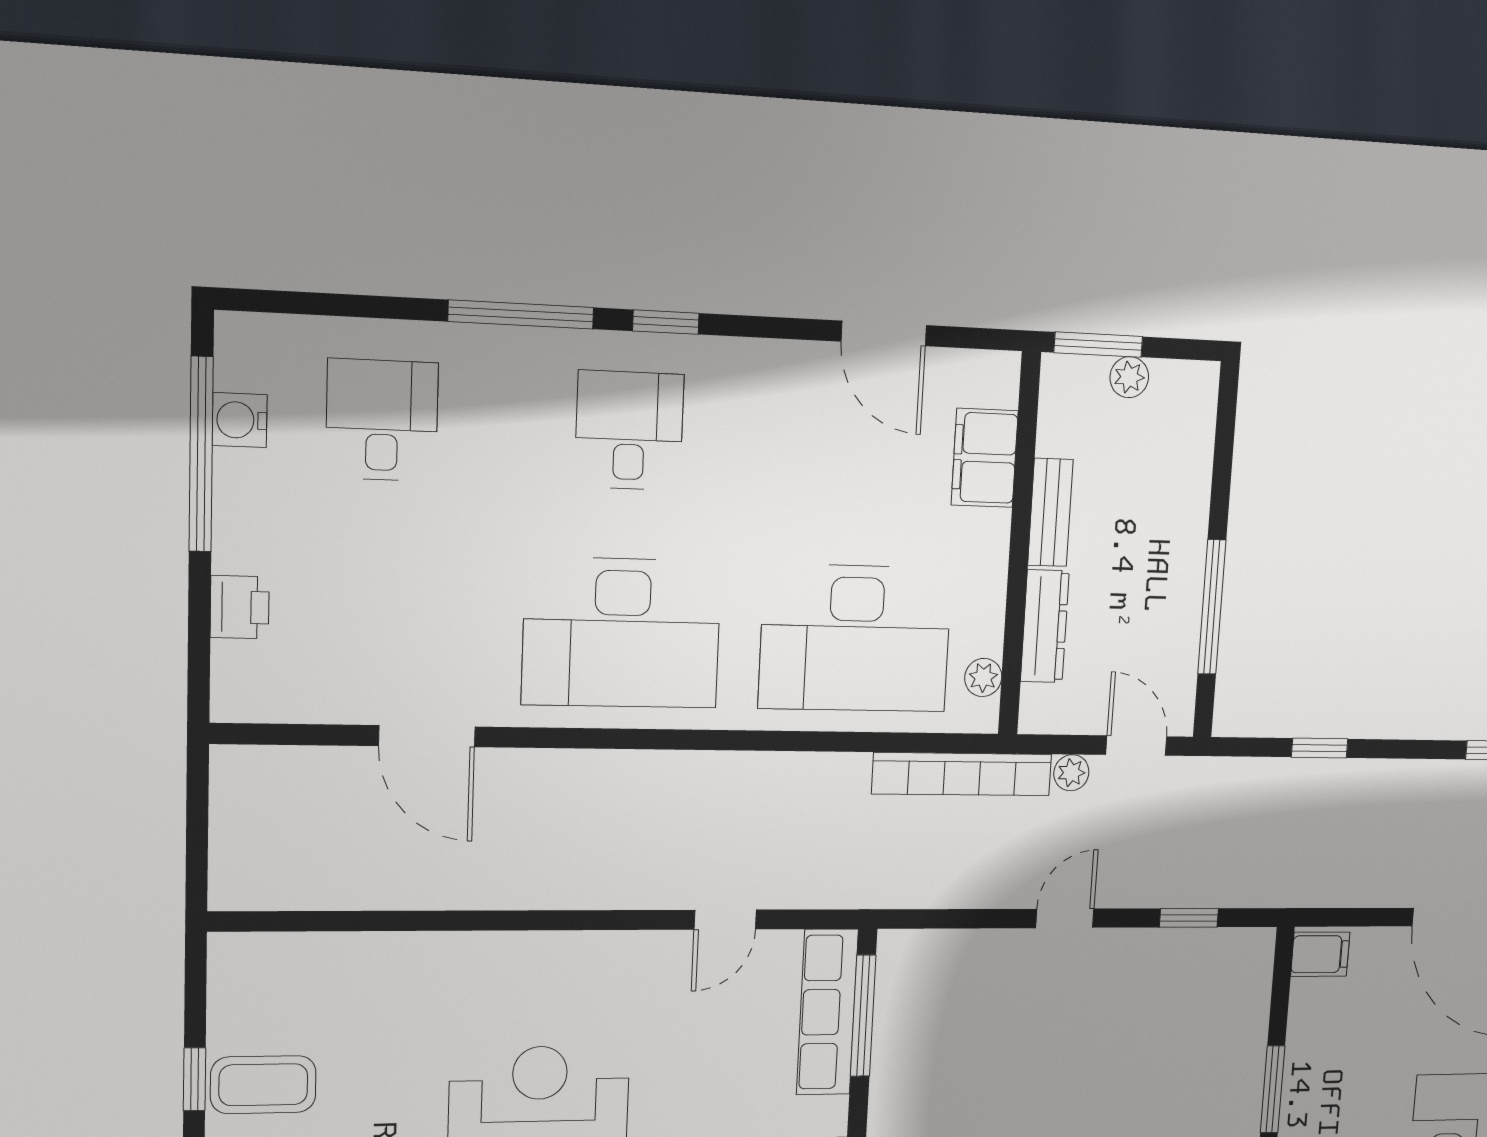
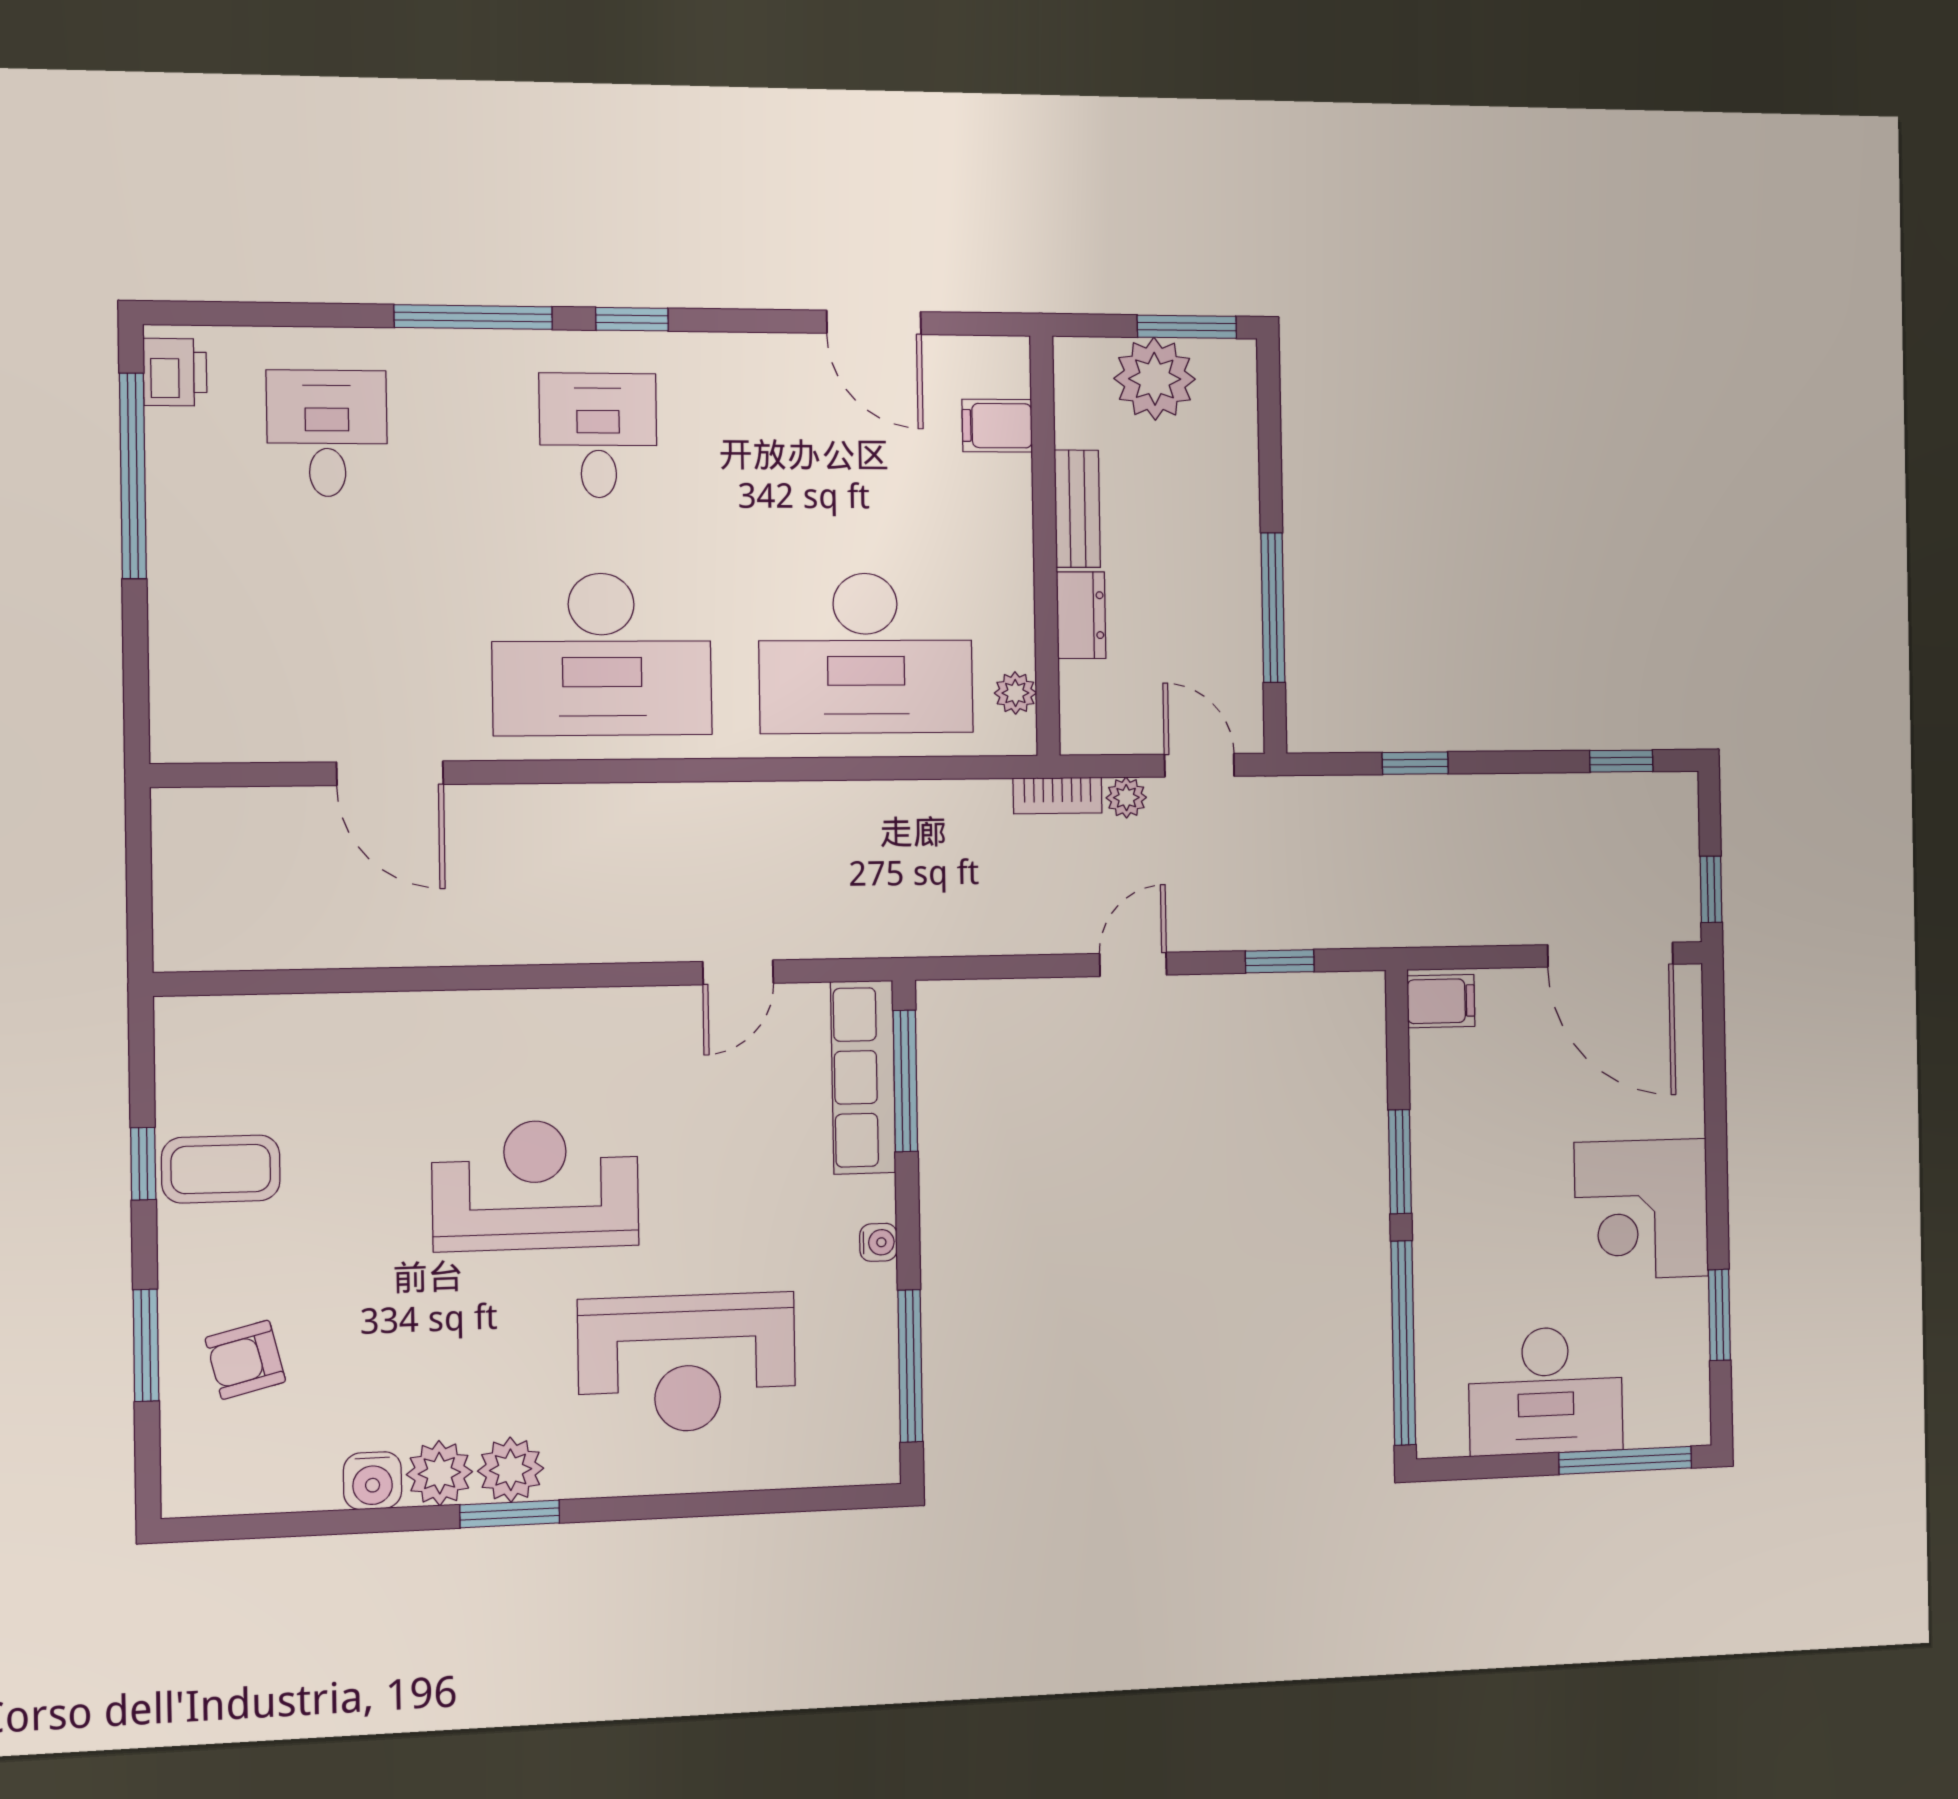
window: (1098, 345) -> (1187, 327), moved
plant: (1129, 377) -> (1155, 379), width x1.88, depth x1.88
water cooler: (240, 420) -> (173, 438), removed
filing cabinet: (985, 458) -> (997, 426), width x0.50
printer: (240, 607) -> (175, 372), moved
dresser: (1045, 626) -> (1081, 615), width x0.70
bookcase: (962, 774) -> (1058, 796), width x0.43, depth x0.76

